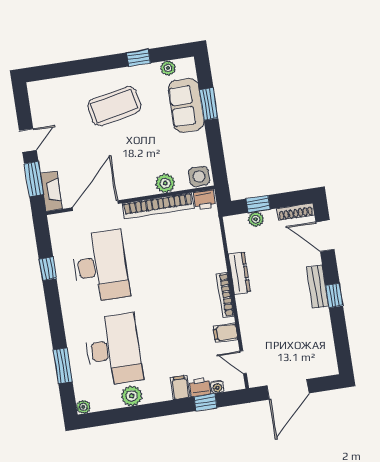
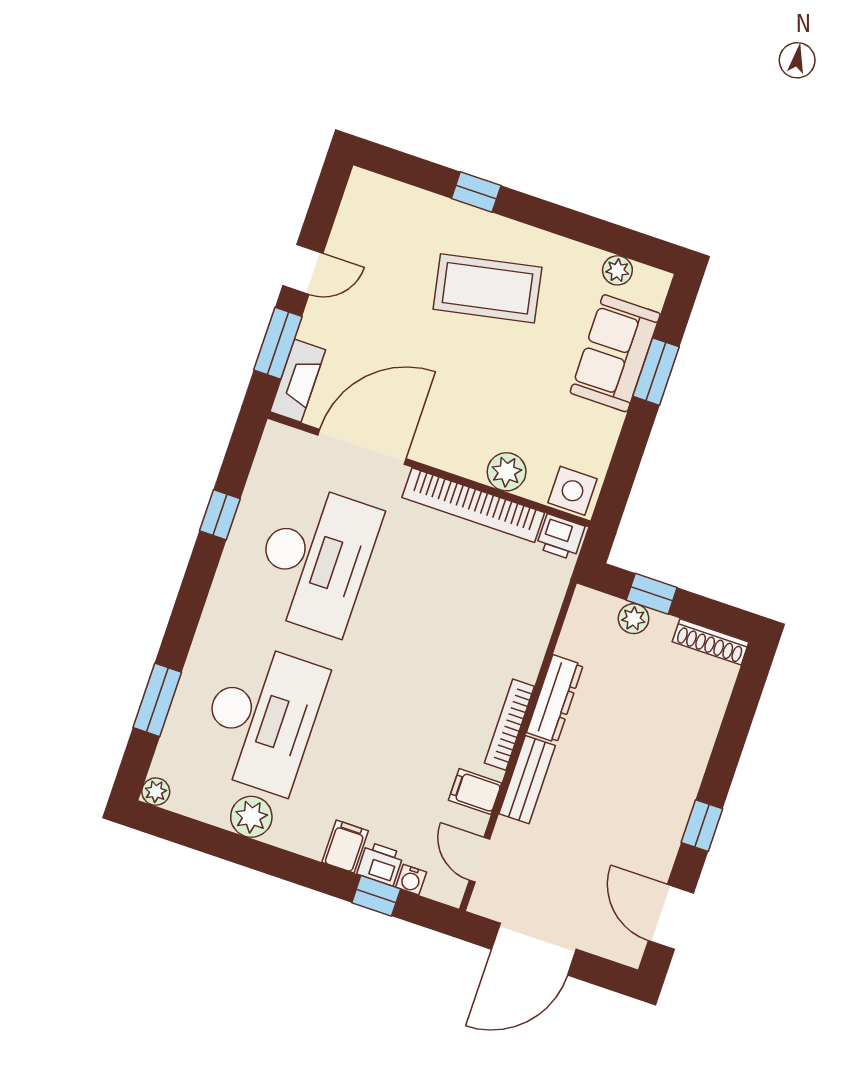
window: (139, 58) -> (476, 192), moved
door: (325, 236) -> (671, 917), moved
bench: (318, 287) -> (527, 780), moved

